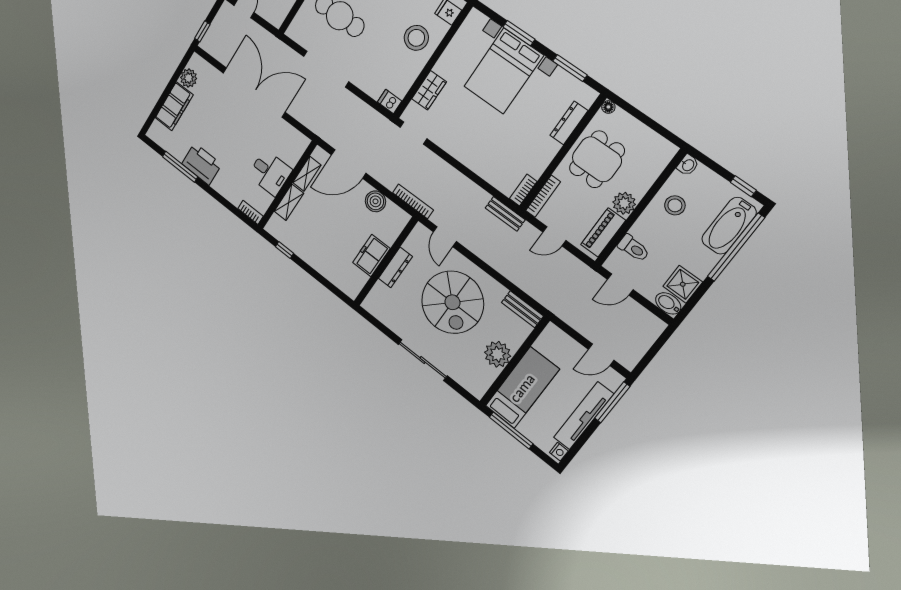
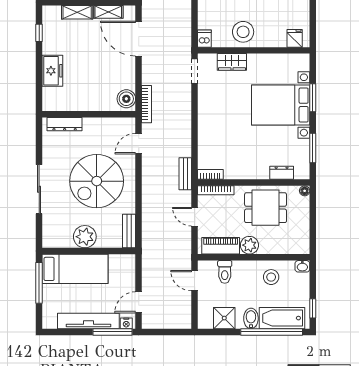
stool: (416, 38) -> (243, 32), moved
dresser: (569, 123) -> (282, 173), width x0.70
boiler: (375, 201) -> (126, 99), moved
freezer: (371, 255) -> (52, 71), moved, turned 90
dresser: (395, 267) -> (65, 124), moved
bidet: (668, 303) -> (251, 318), moved
door: (601, 355) -> (139, 302), hinge flipped
nightstand: (559, 452) -> (126, 323), moved

